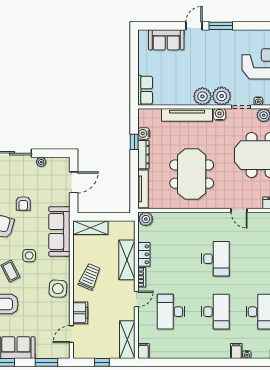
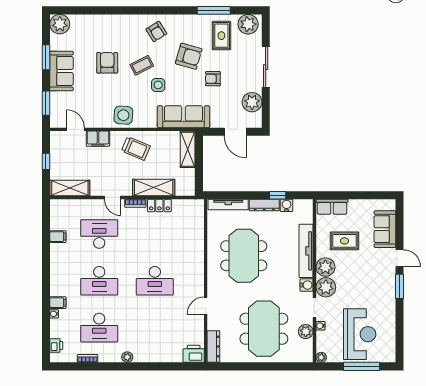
rug: (178, 78) -> (344, 241), added
plant: (41, 162) -> (252, 102), width x1.87, depth x1.87
meeting table: (192, 174) -> (244, 256), turned 90
plant: (146, 219) -> (197, 208), removed
filing cabinet: (143, 351) -> (58, 237), moved

